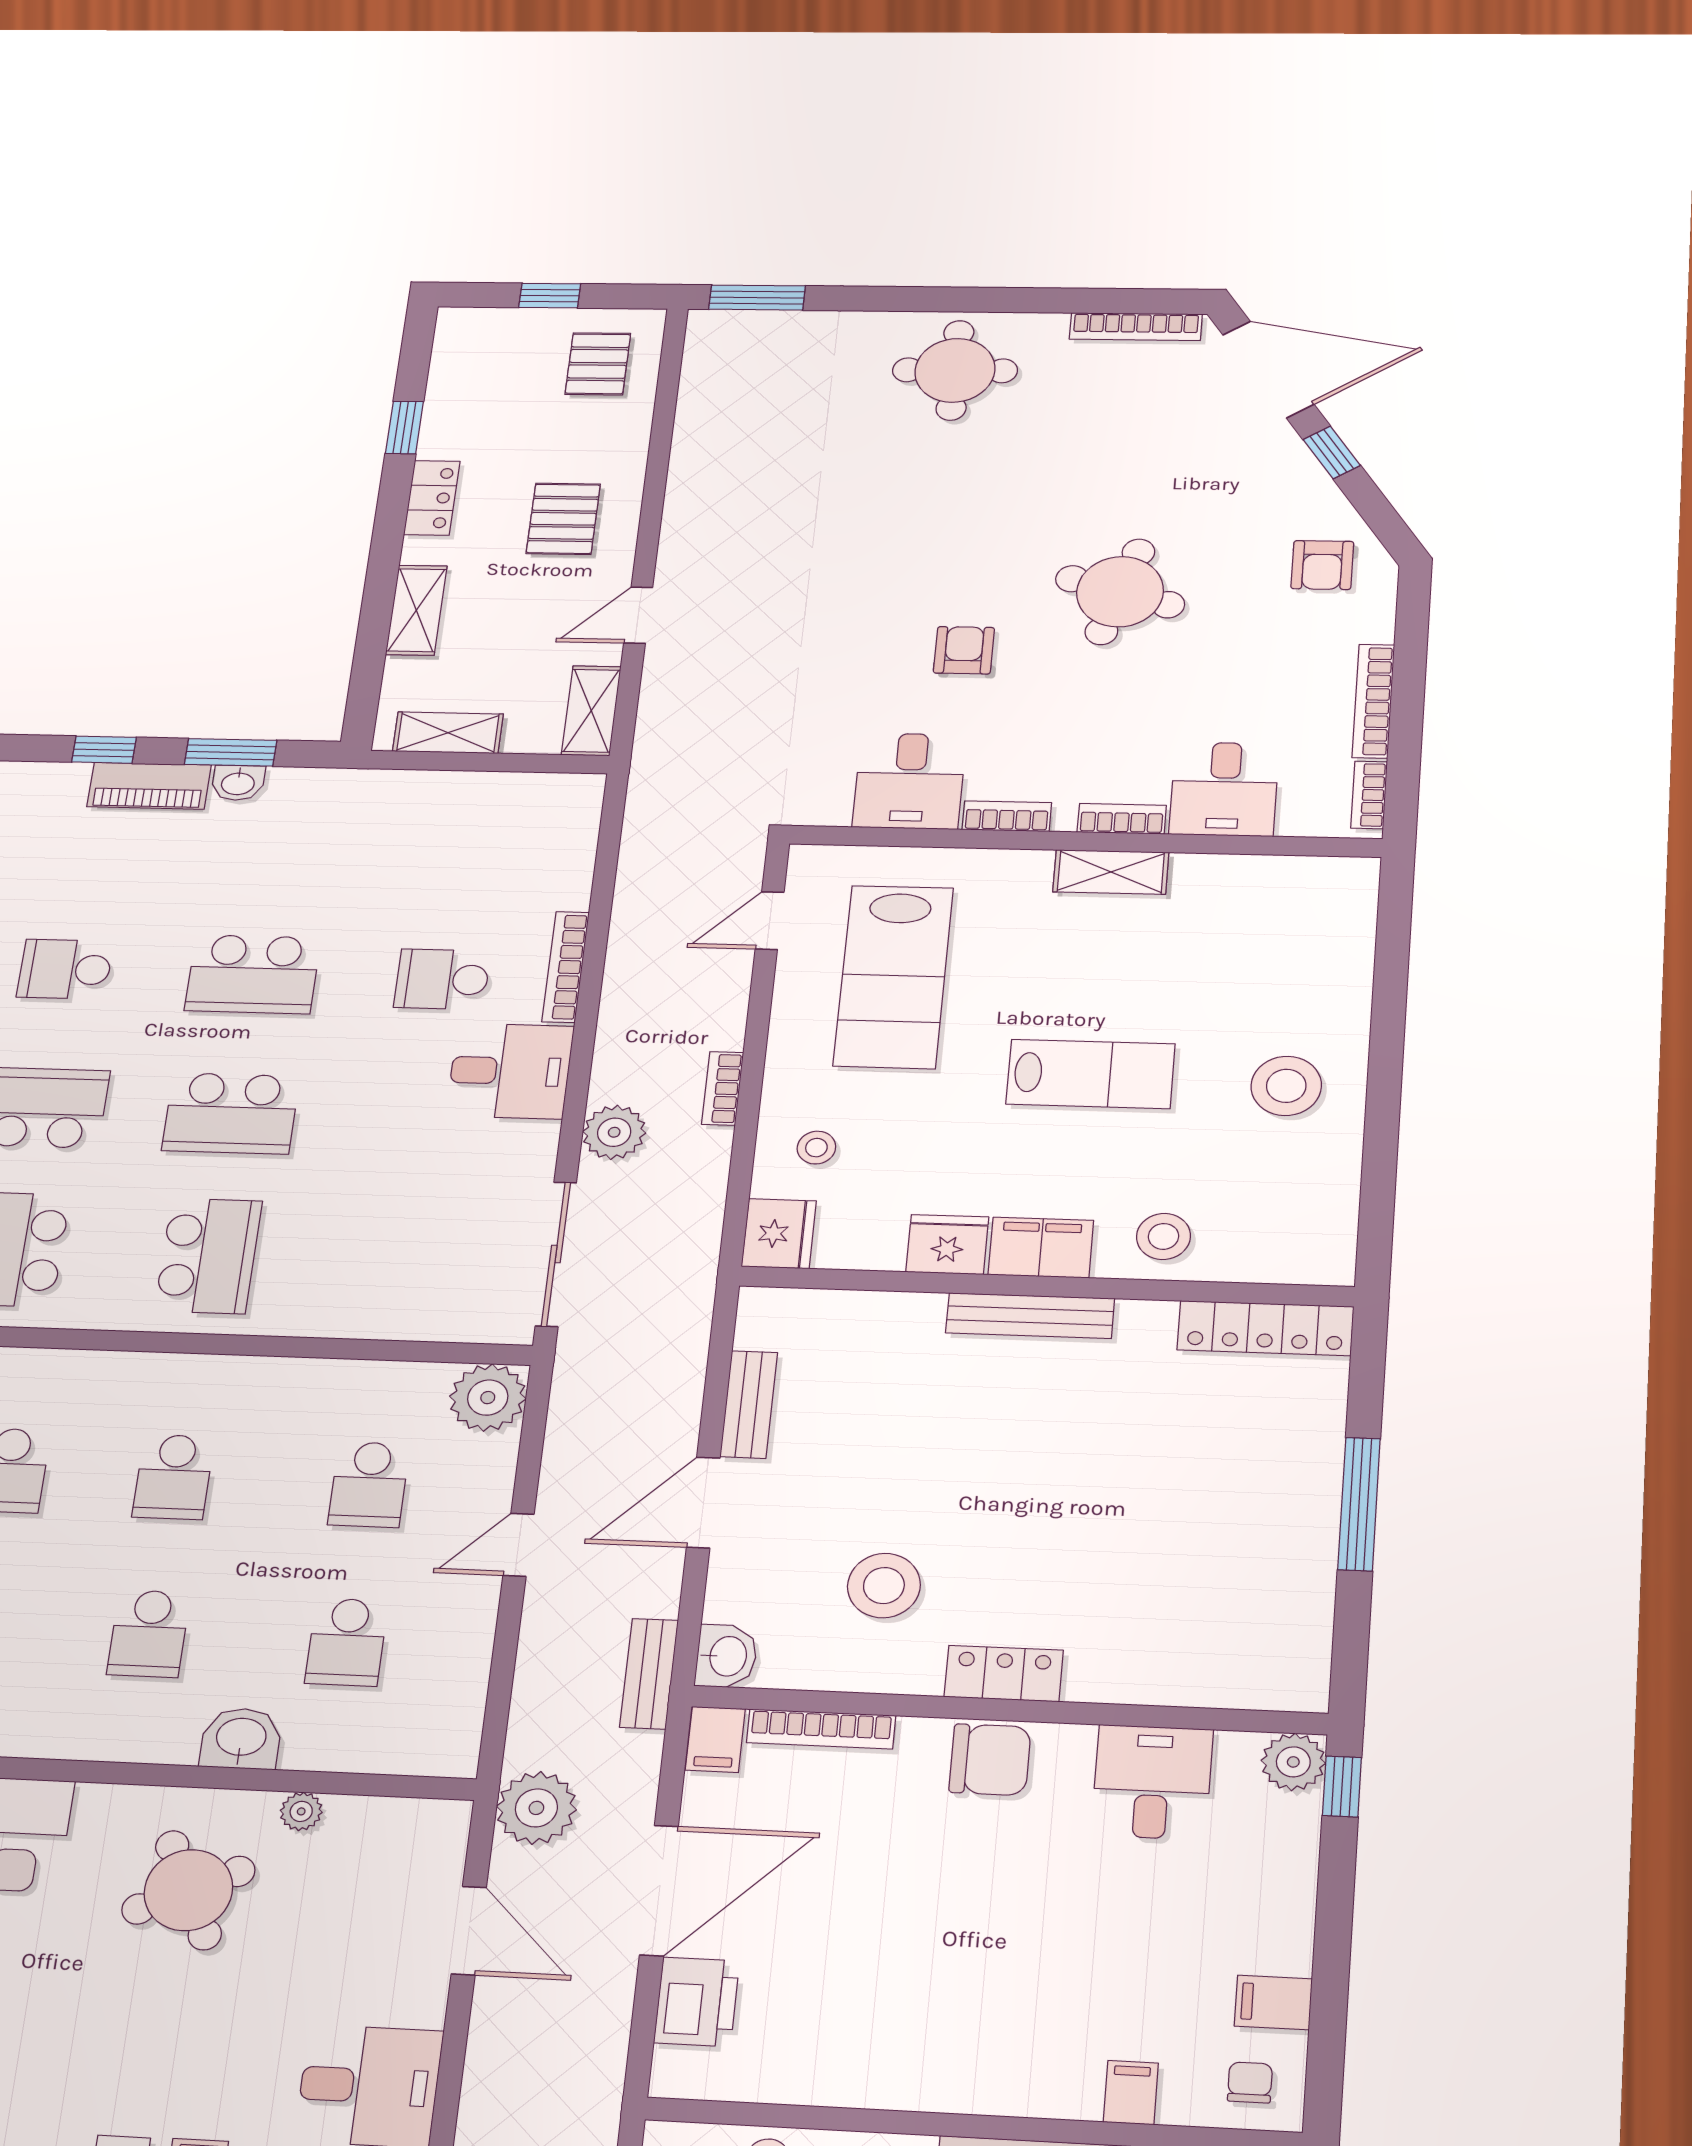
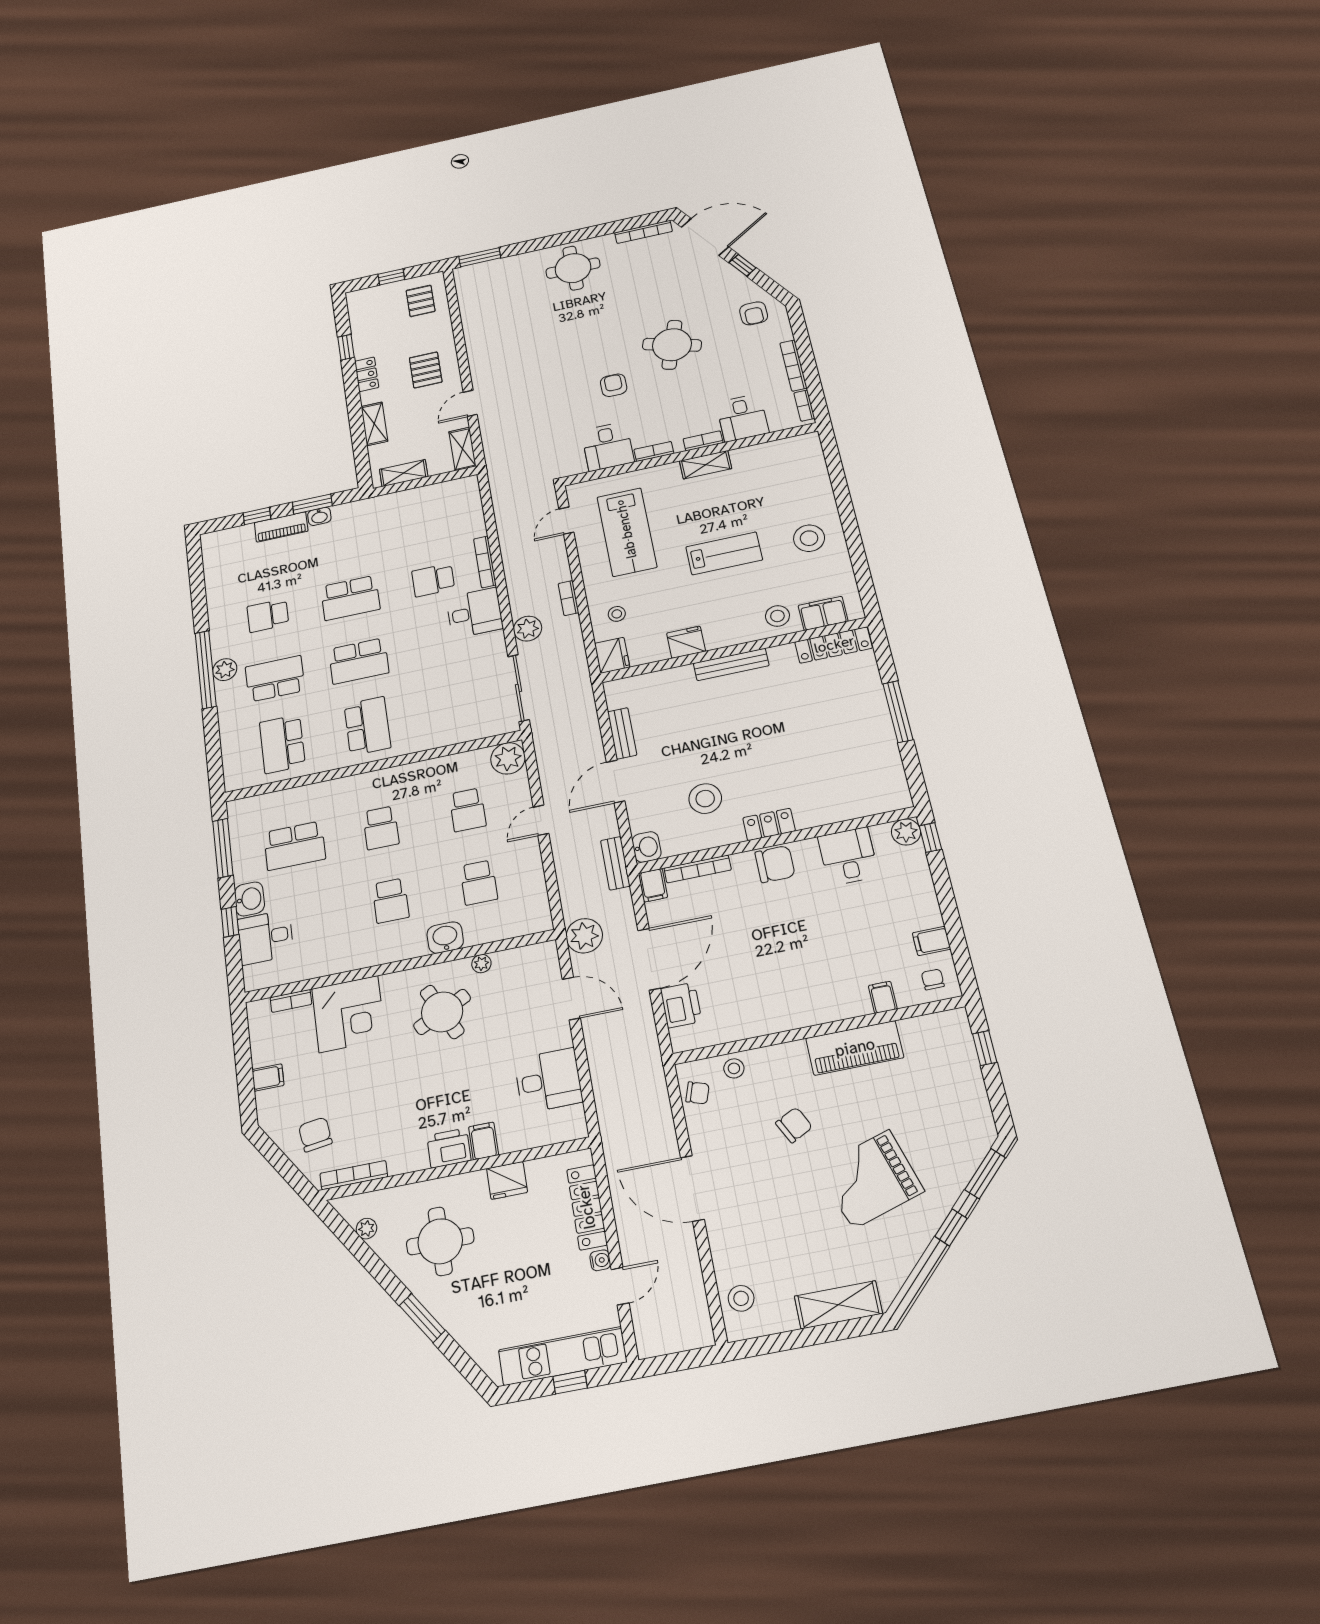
filing cabinet: (1041, 1248) -> (823, 613), moved

